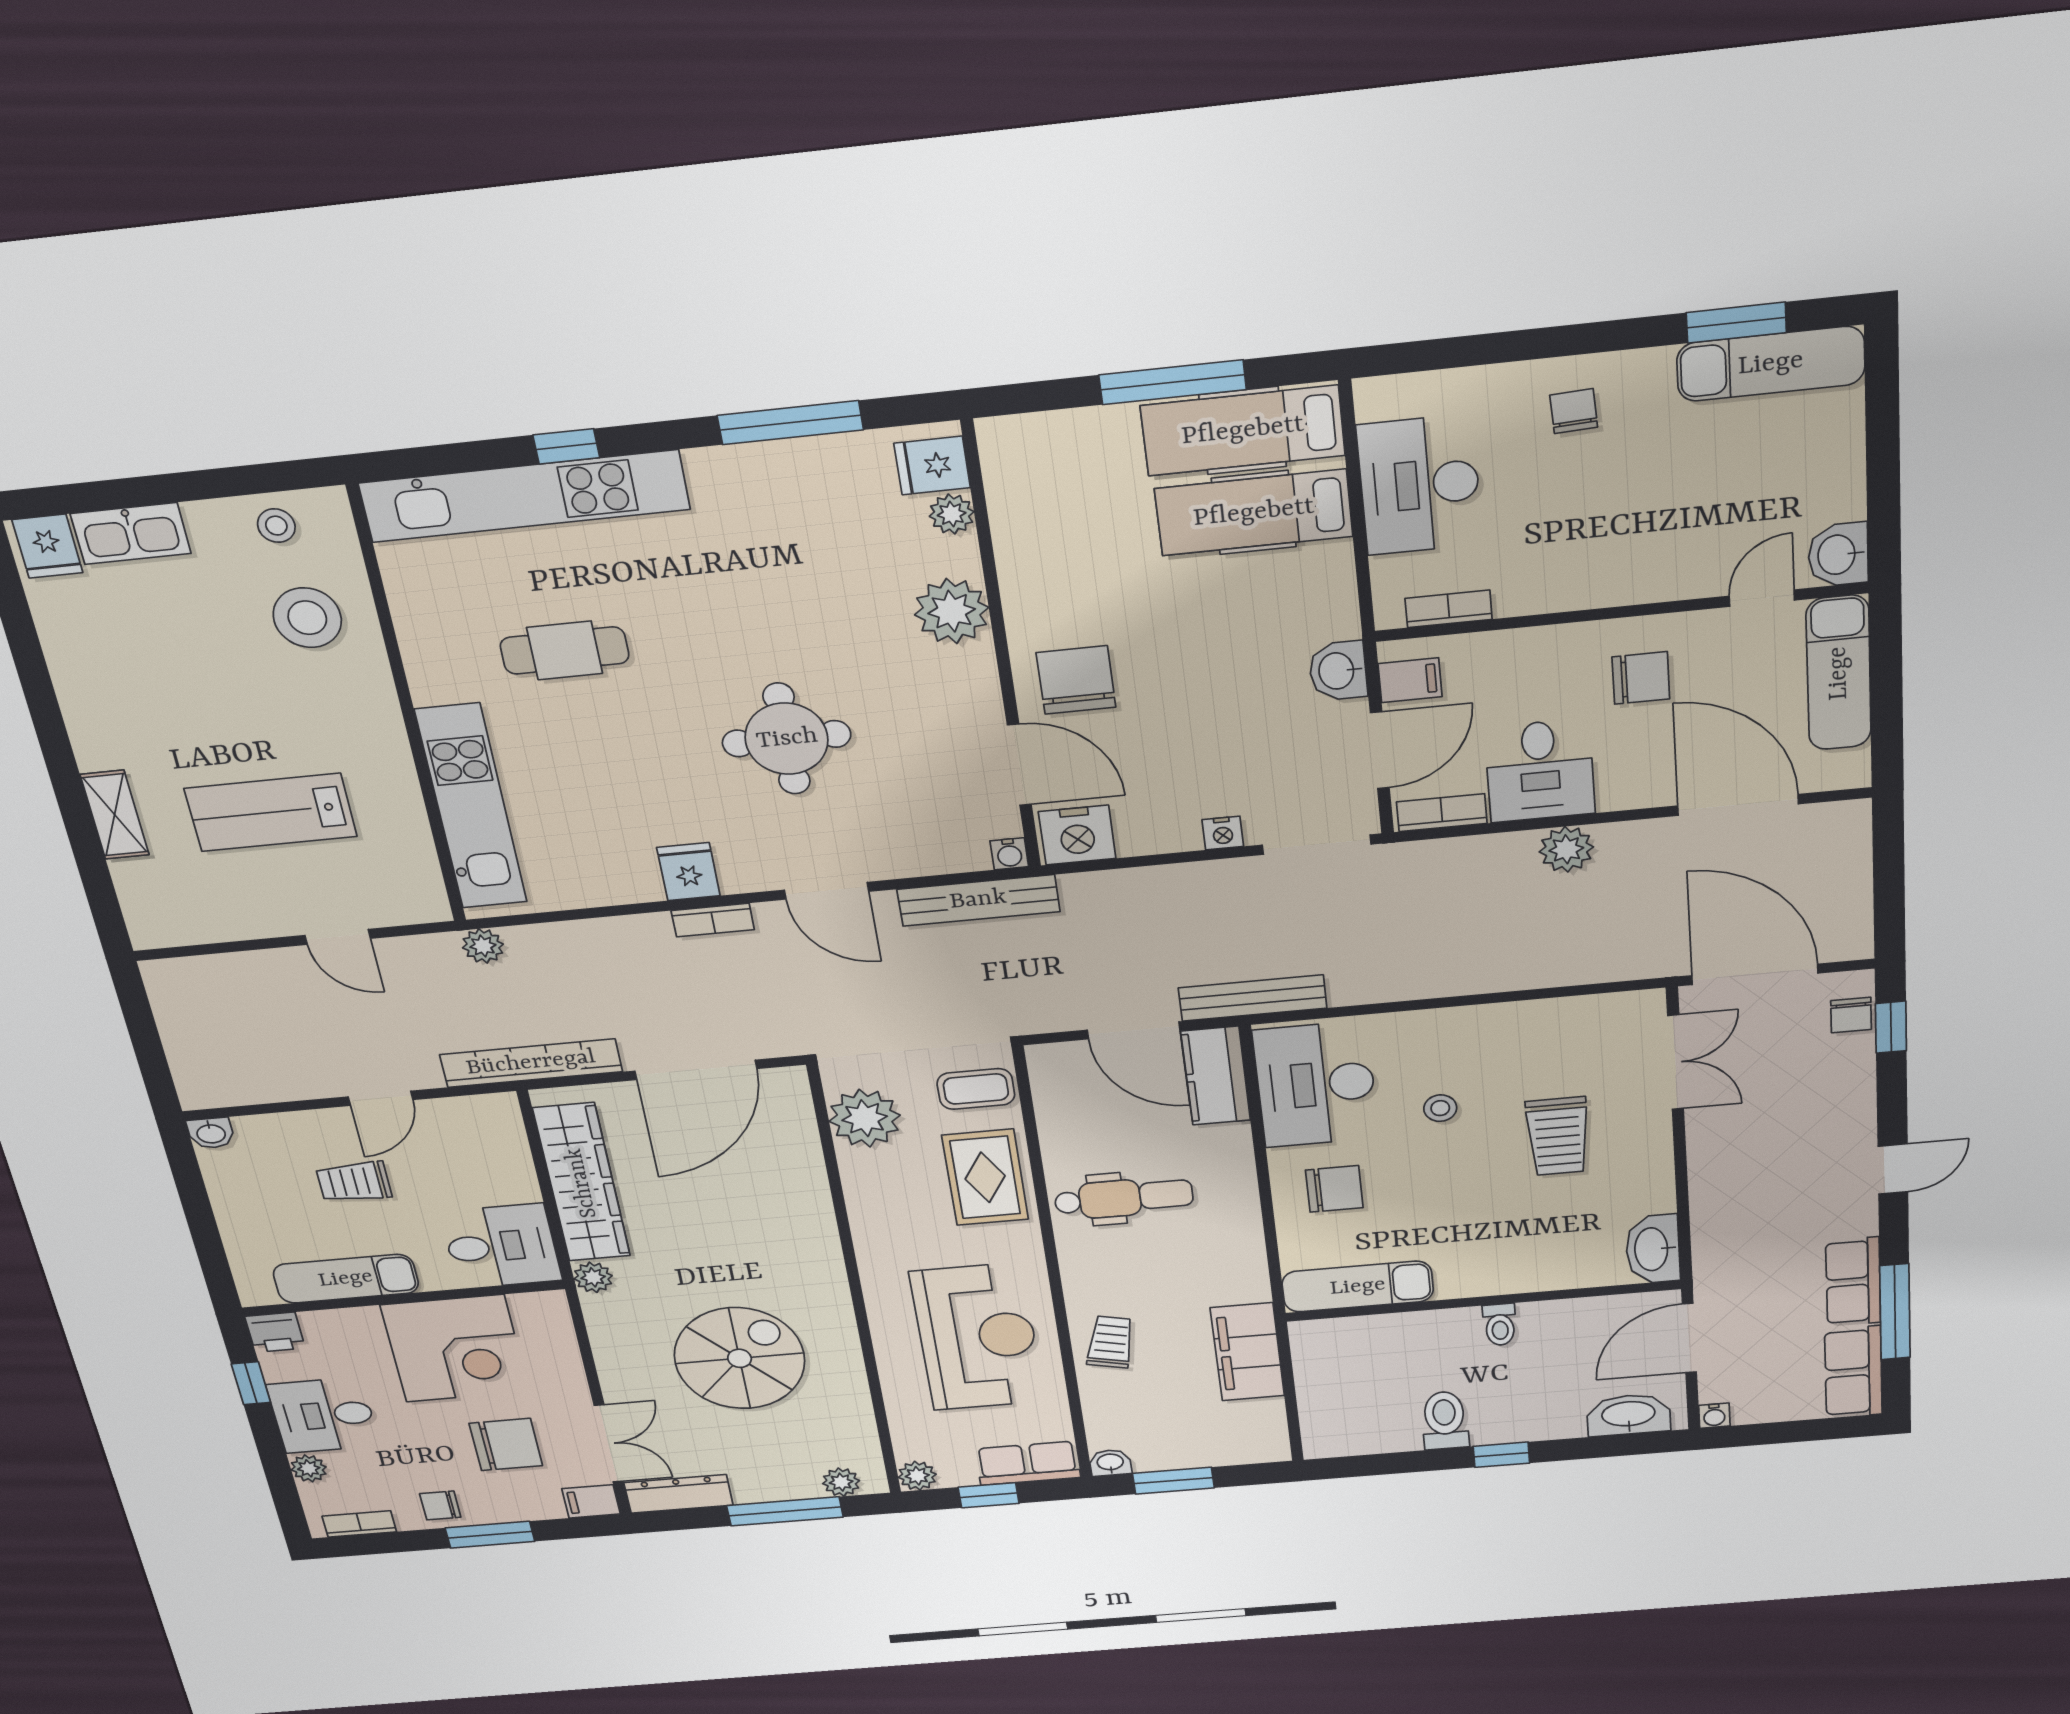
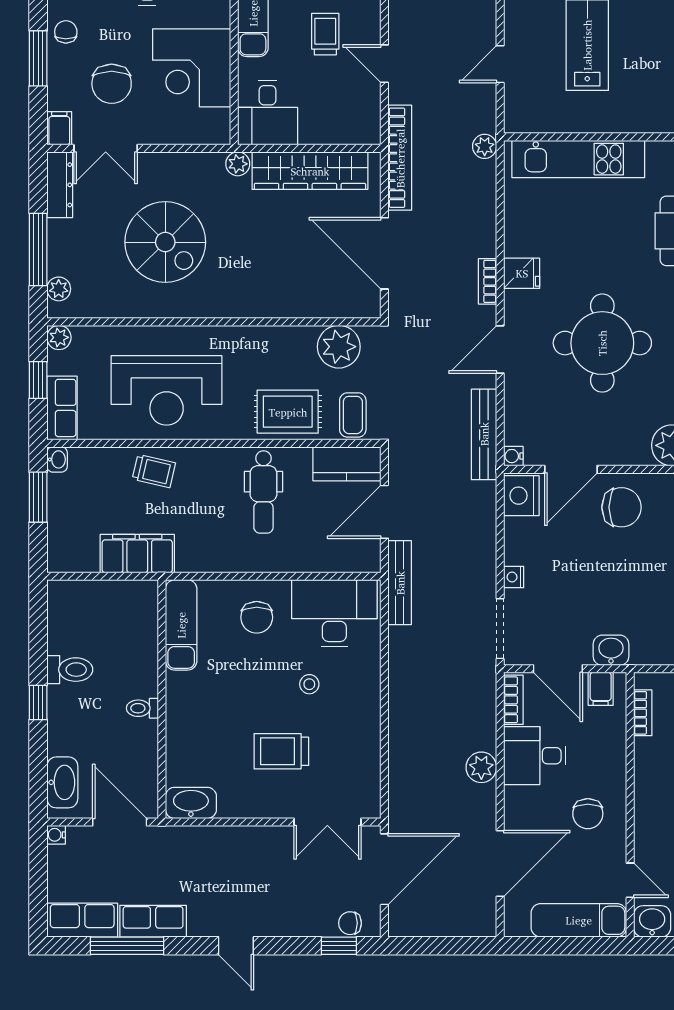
round table: (787, 739) -> (602, 343), width x1.36, depth x1.36
kitchen counter: (1216, 1076) -> (347, 464), moved, turned 180

